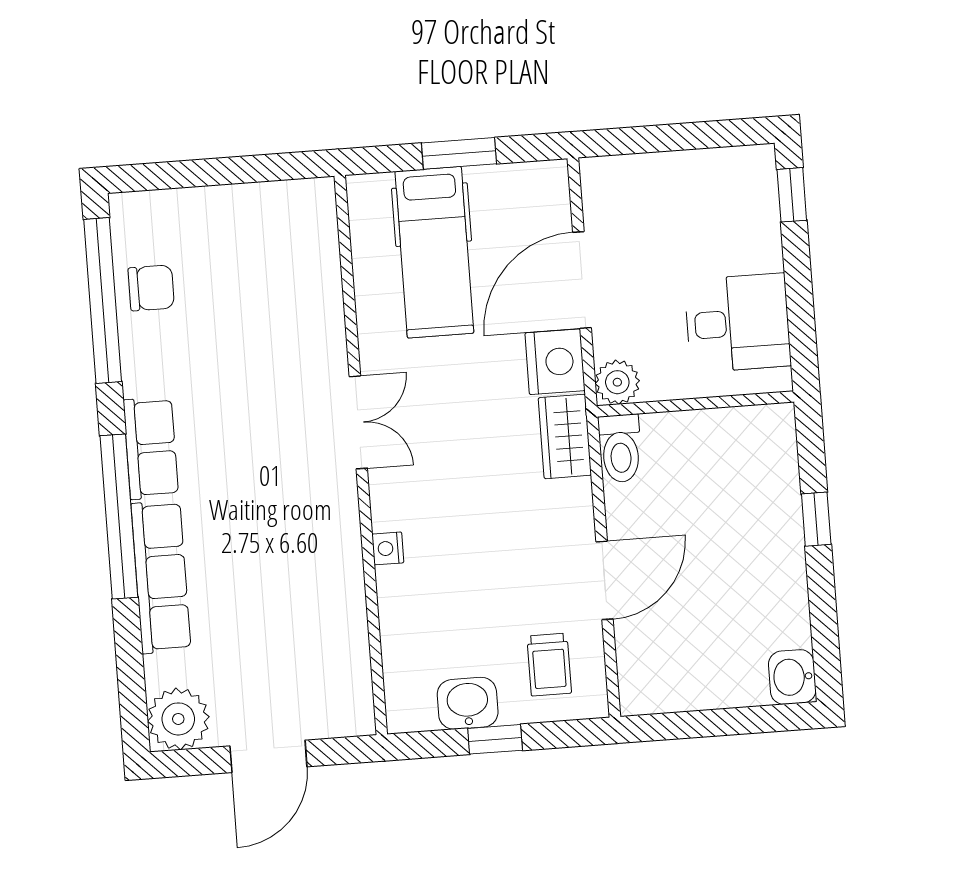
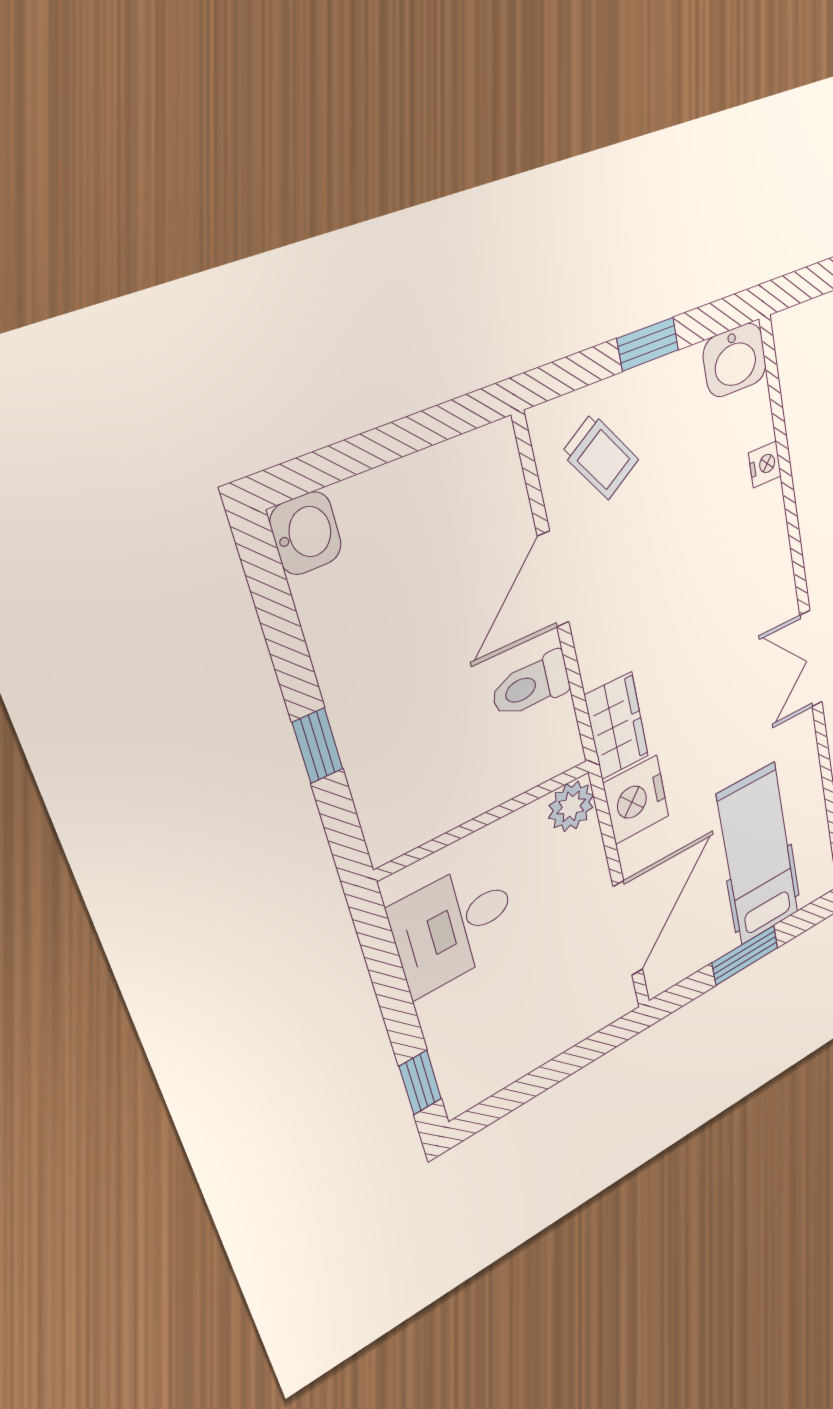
door: (582, 280) -> (628, 929), moved
toilet: (620, 448) -> (531, 685), moved, turned -90
nightstand: (388, 548) -> (765, 464), moved
trolley: (549, 665) -> (600, 456), turned 147
washbasin: (468, 703) -> (735, 360), moved

